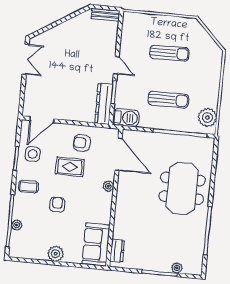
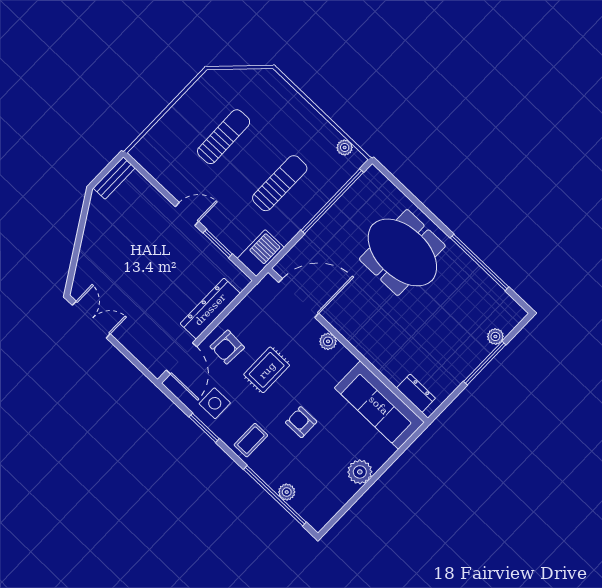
dresser: (104, 104) -> (210, 309), moved, turned 90
plant: (207, 118) -> (345, 148), width x0.53, depth x0.53
armchair: (82, 143) -> (227, 347), moved
sofa: (96, 244) -> (379, 405), width x1.36

